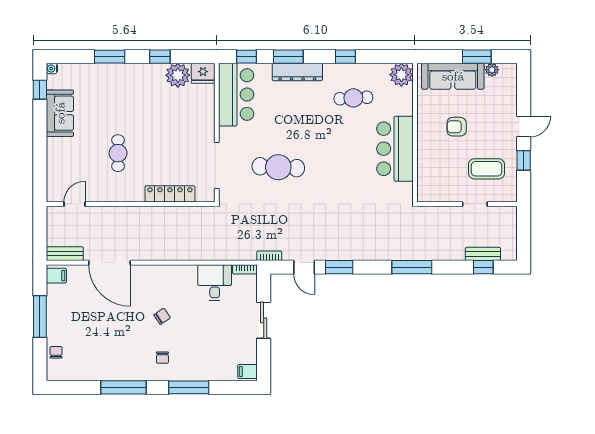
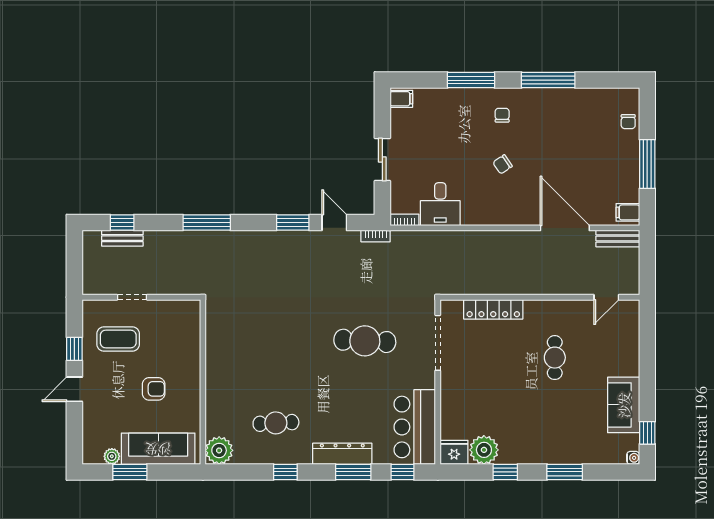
bar counter: (395, 149) -> (227, 363), removed

